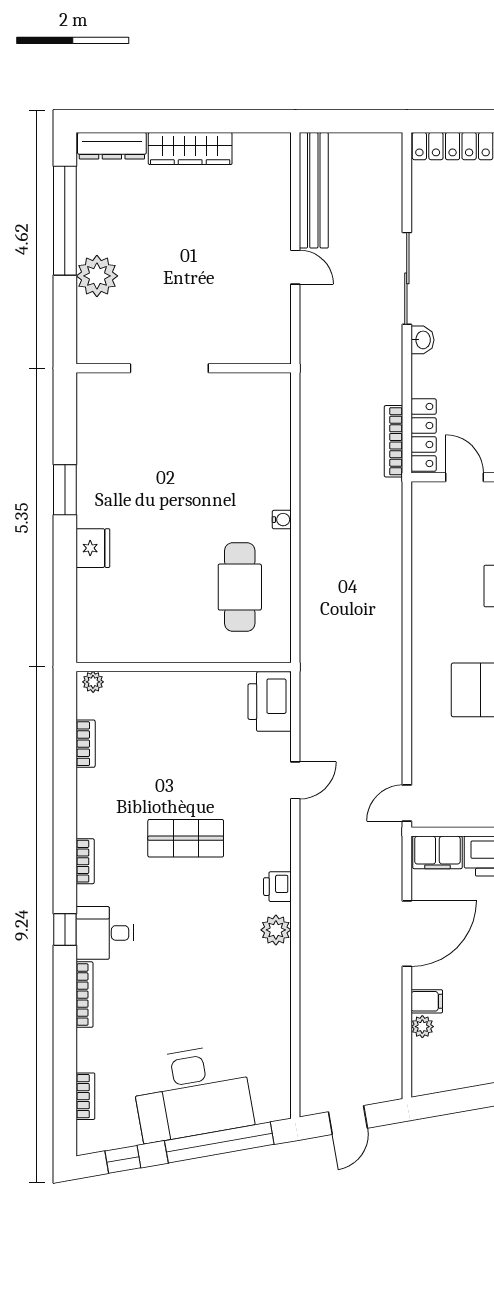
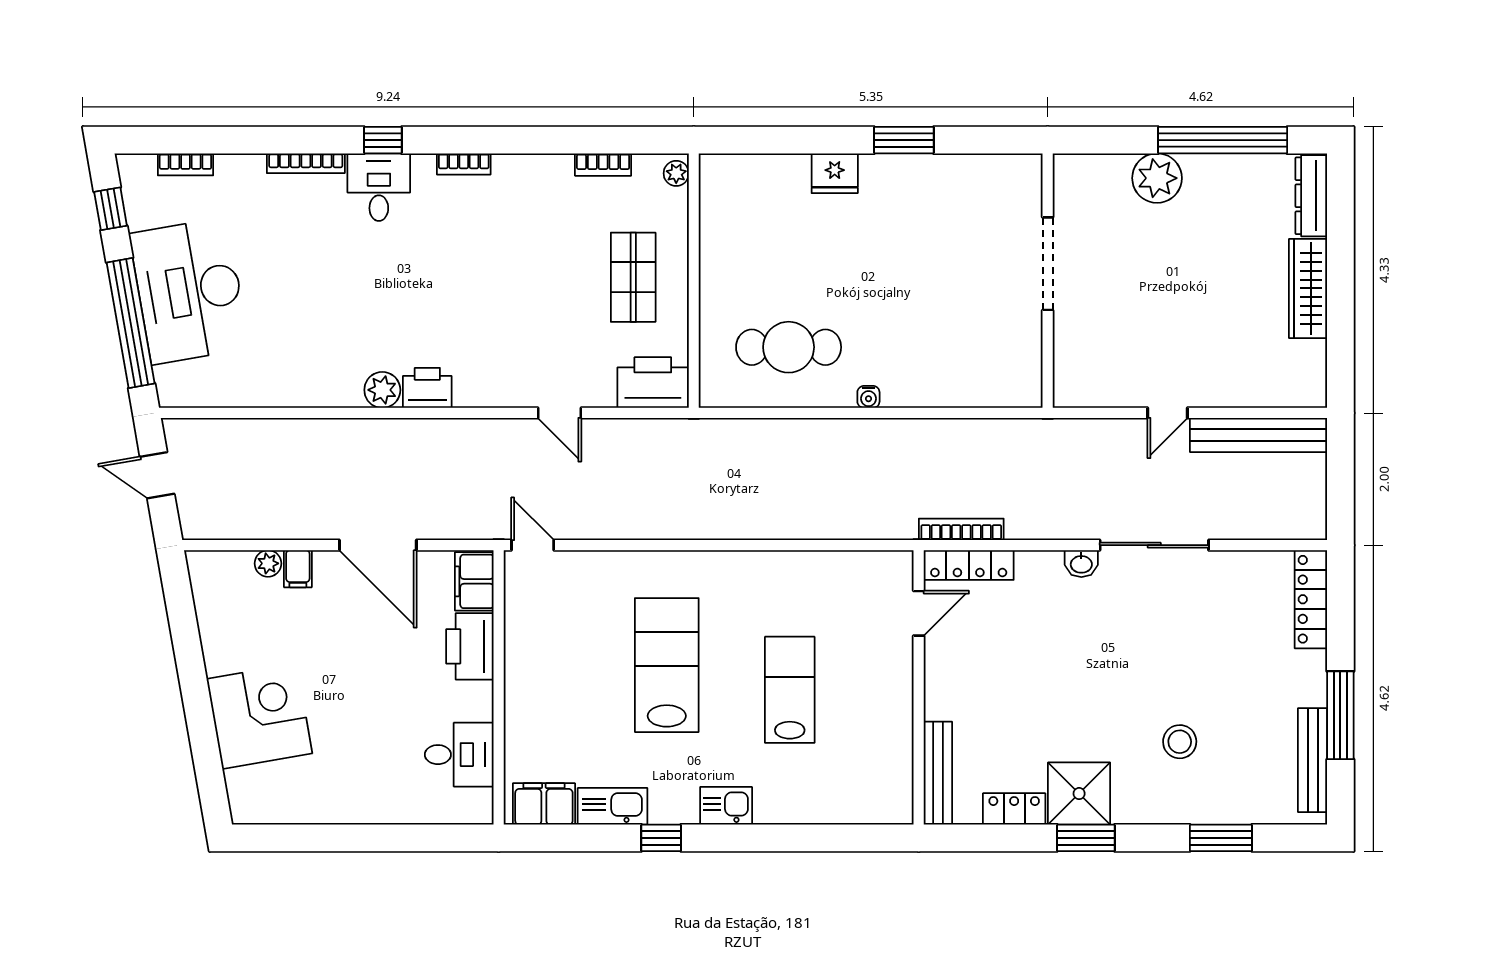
shop shelf: (186, 838) -> (633, 277), moved
printer: (277, 887) -> (427, 388), width x1.36, depth x1.24

